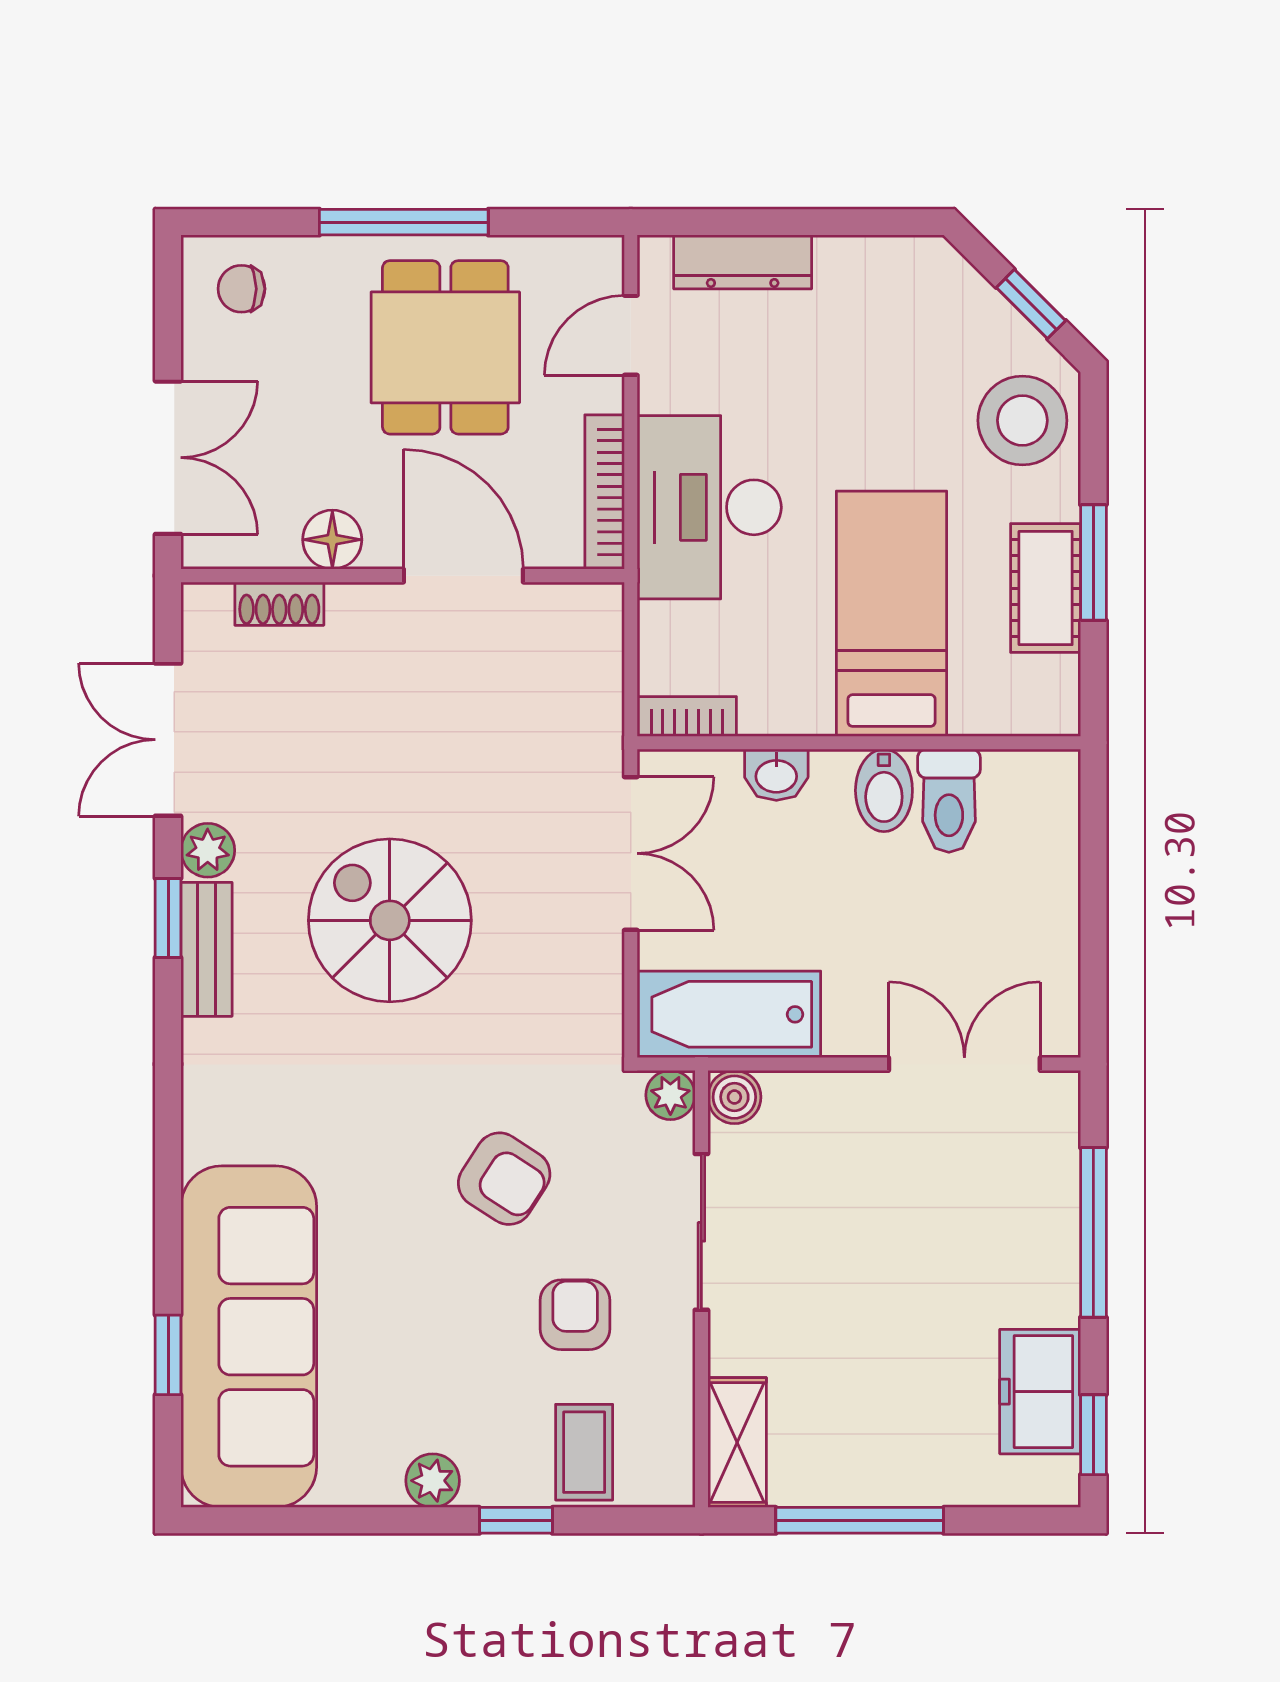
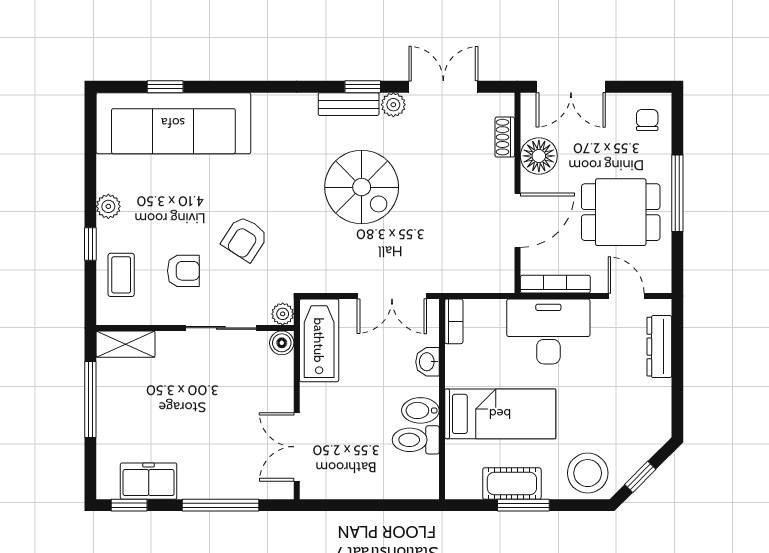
floor lamp: (332, 540) -> (539, 156), width x1.38, depth x1.38
spiral stairs: (390, 920) -> (362, 187), turned 90
double door: (964, 1064) -> (297, 447), swing flipped
coffee table: (584, 1452) -> (121, 275), turned 90

